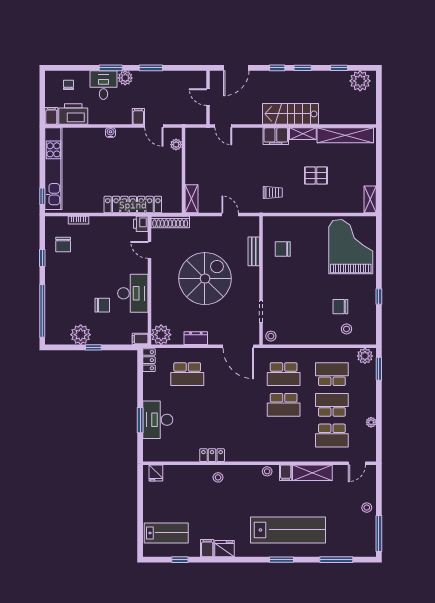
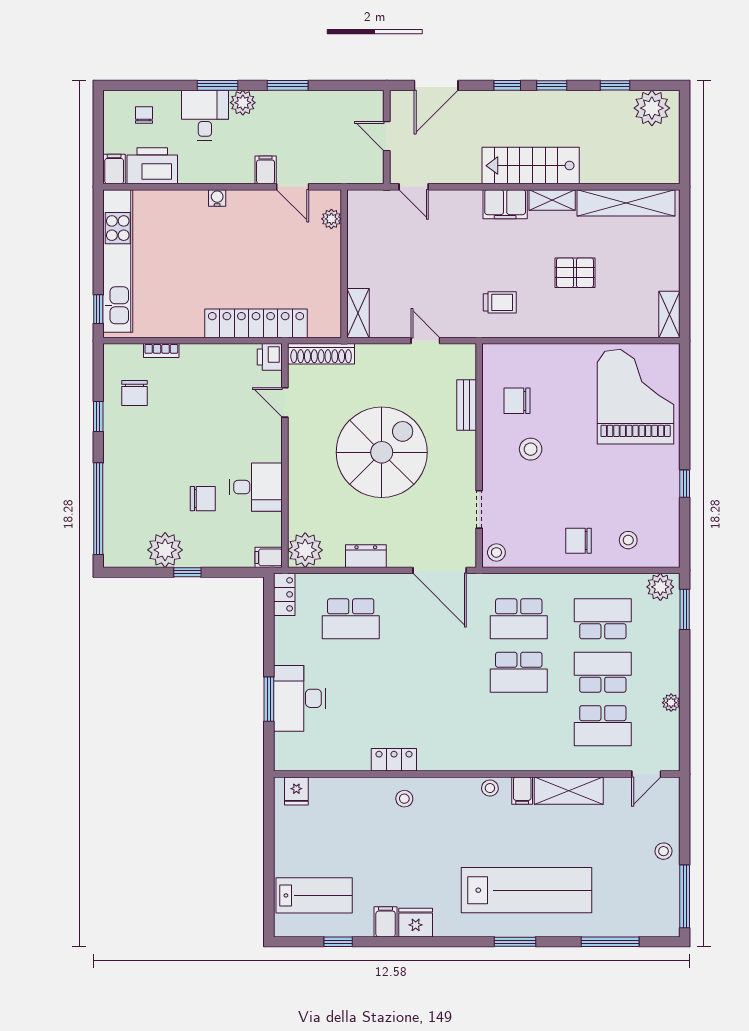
stool: (290, 277) -> (531, 449), added
desk: (133, 293) -> (256, 487), width x0.73
chair: (340, 307) -> (578, 541), moved

